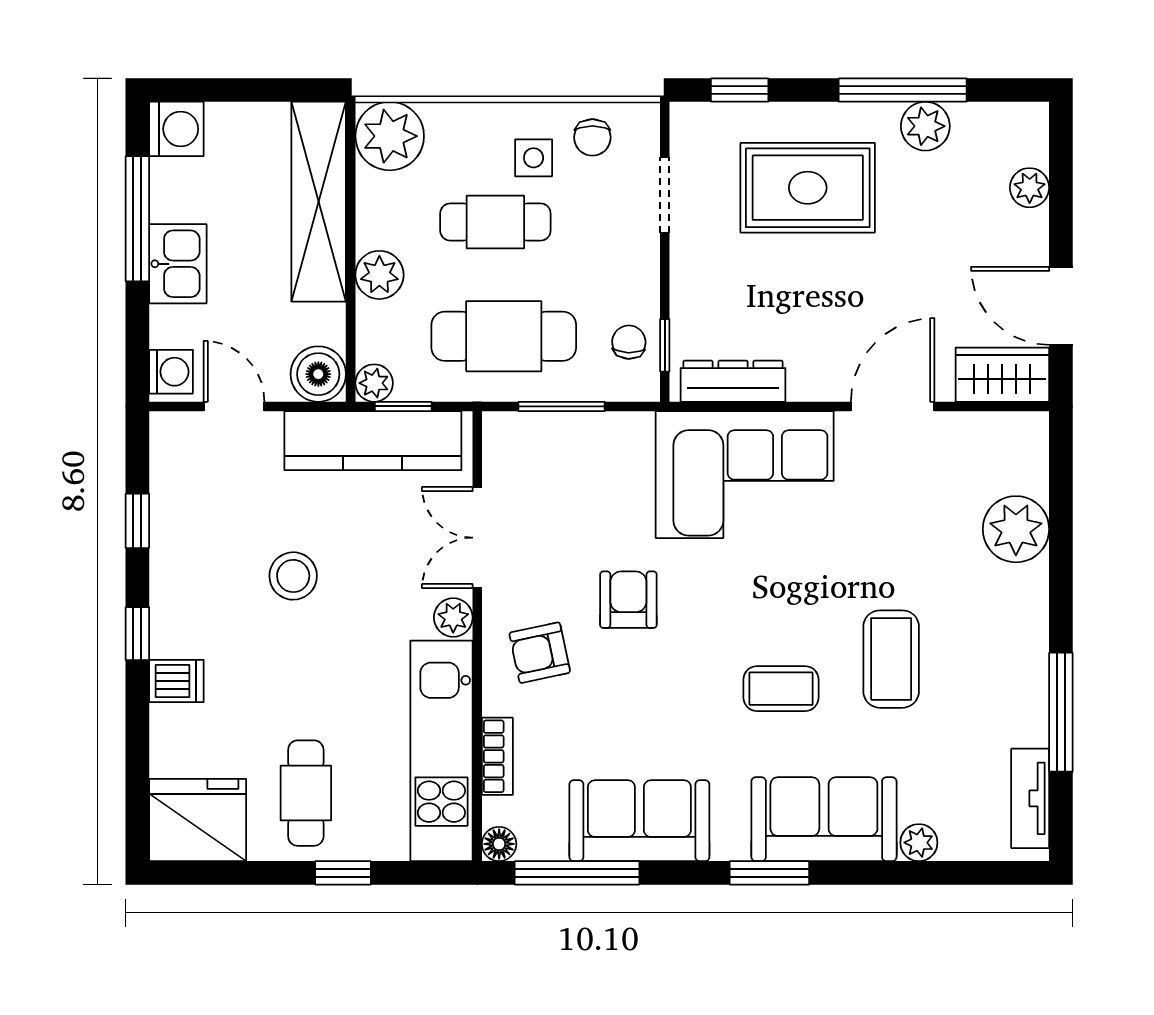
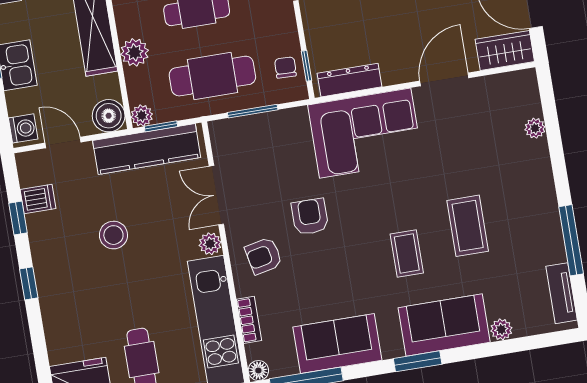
plant: (1016, 529) -> (535, 128), width x0.53, depth x0.53
dishwasher: (176, 681) -> (38, 199), moved
coffee table: (781, 689) -> (407, 253), turned 90

